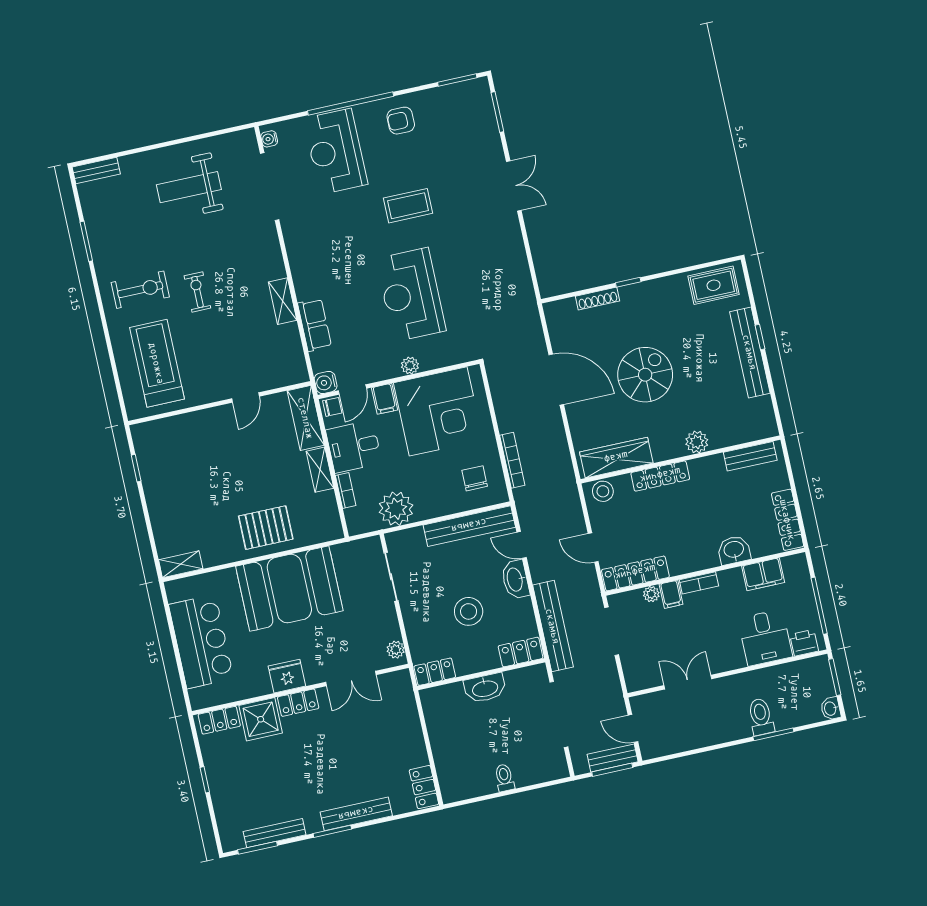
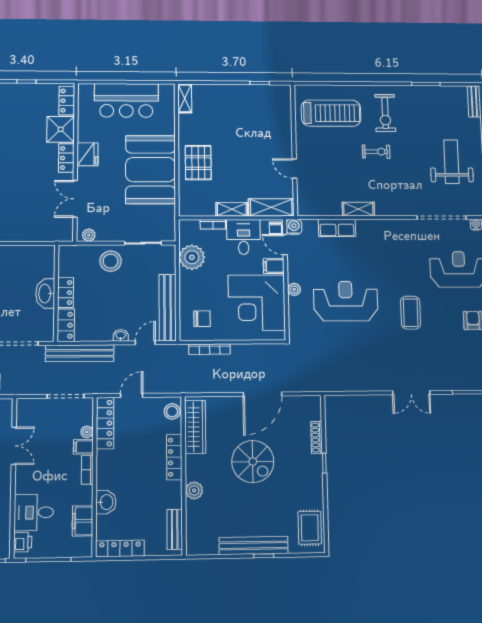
washbasin: (515, 579) -> (121, 335), width x0.52, depth x0.69
stool: (469, 611) -> (111, 261), moved
locker: (435, 672) -> (66, 293), moved

